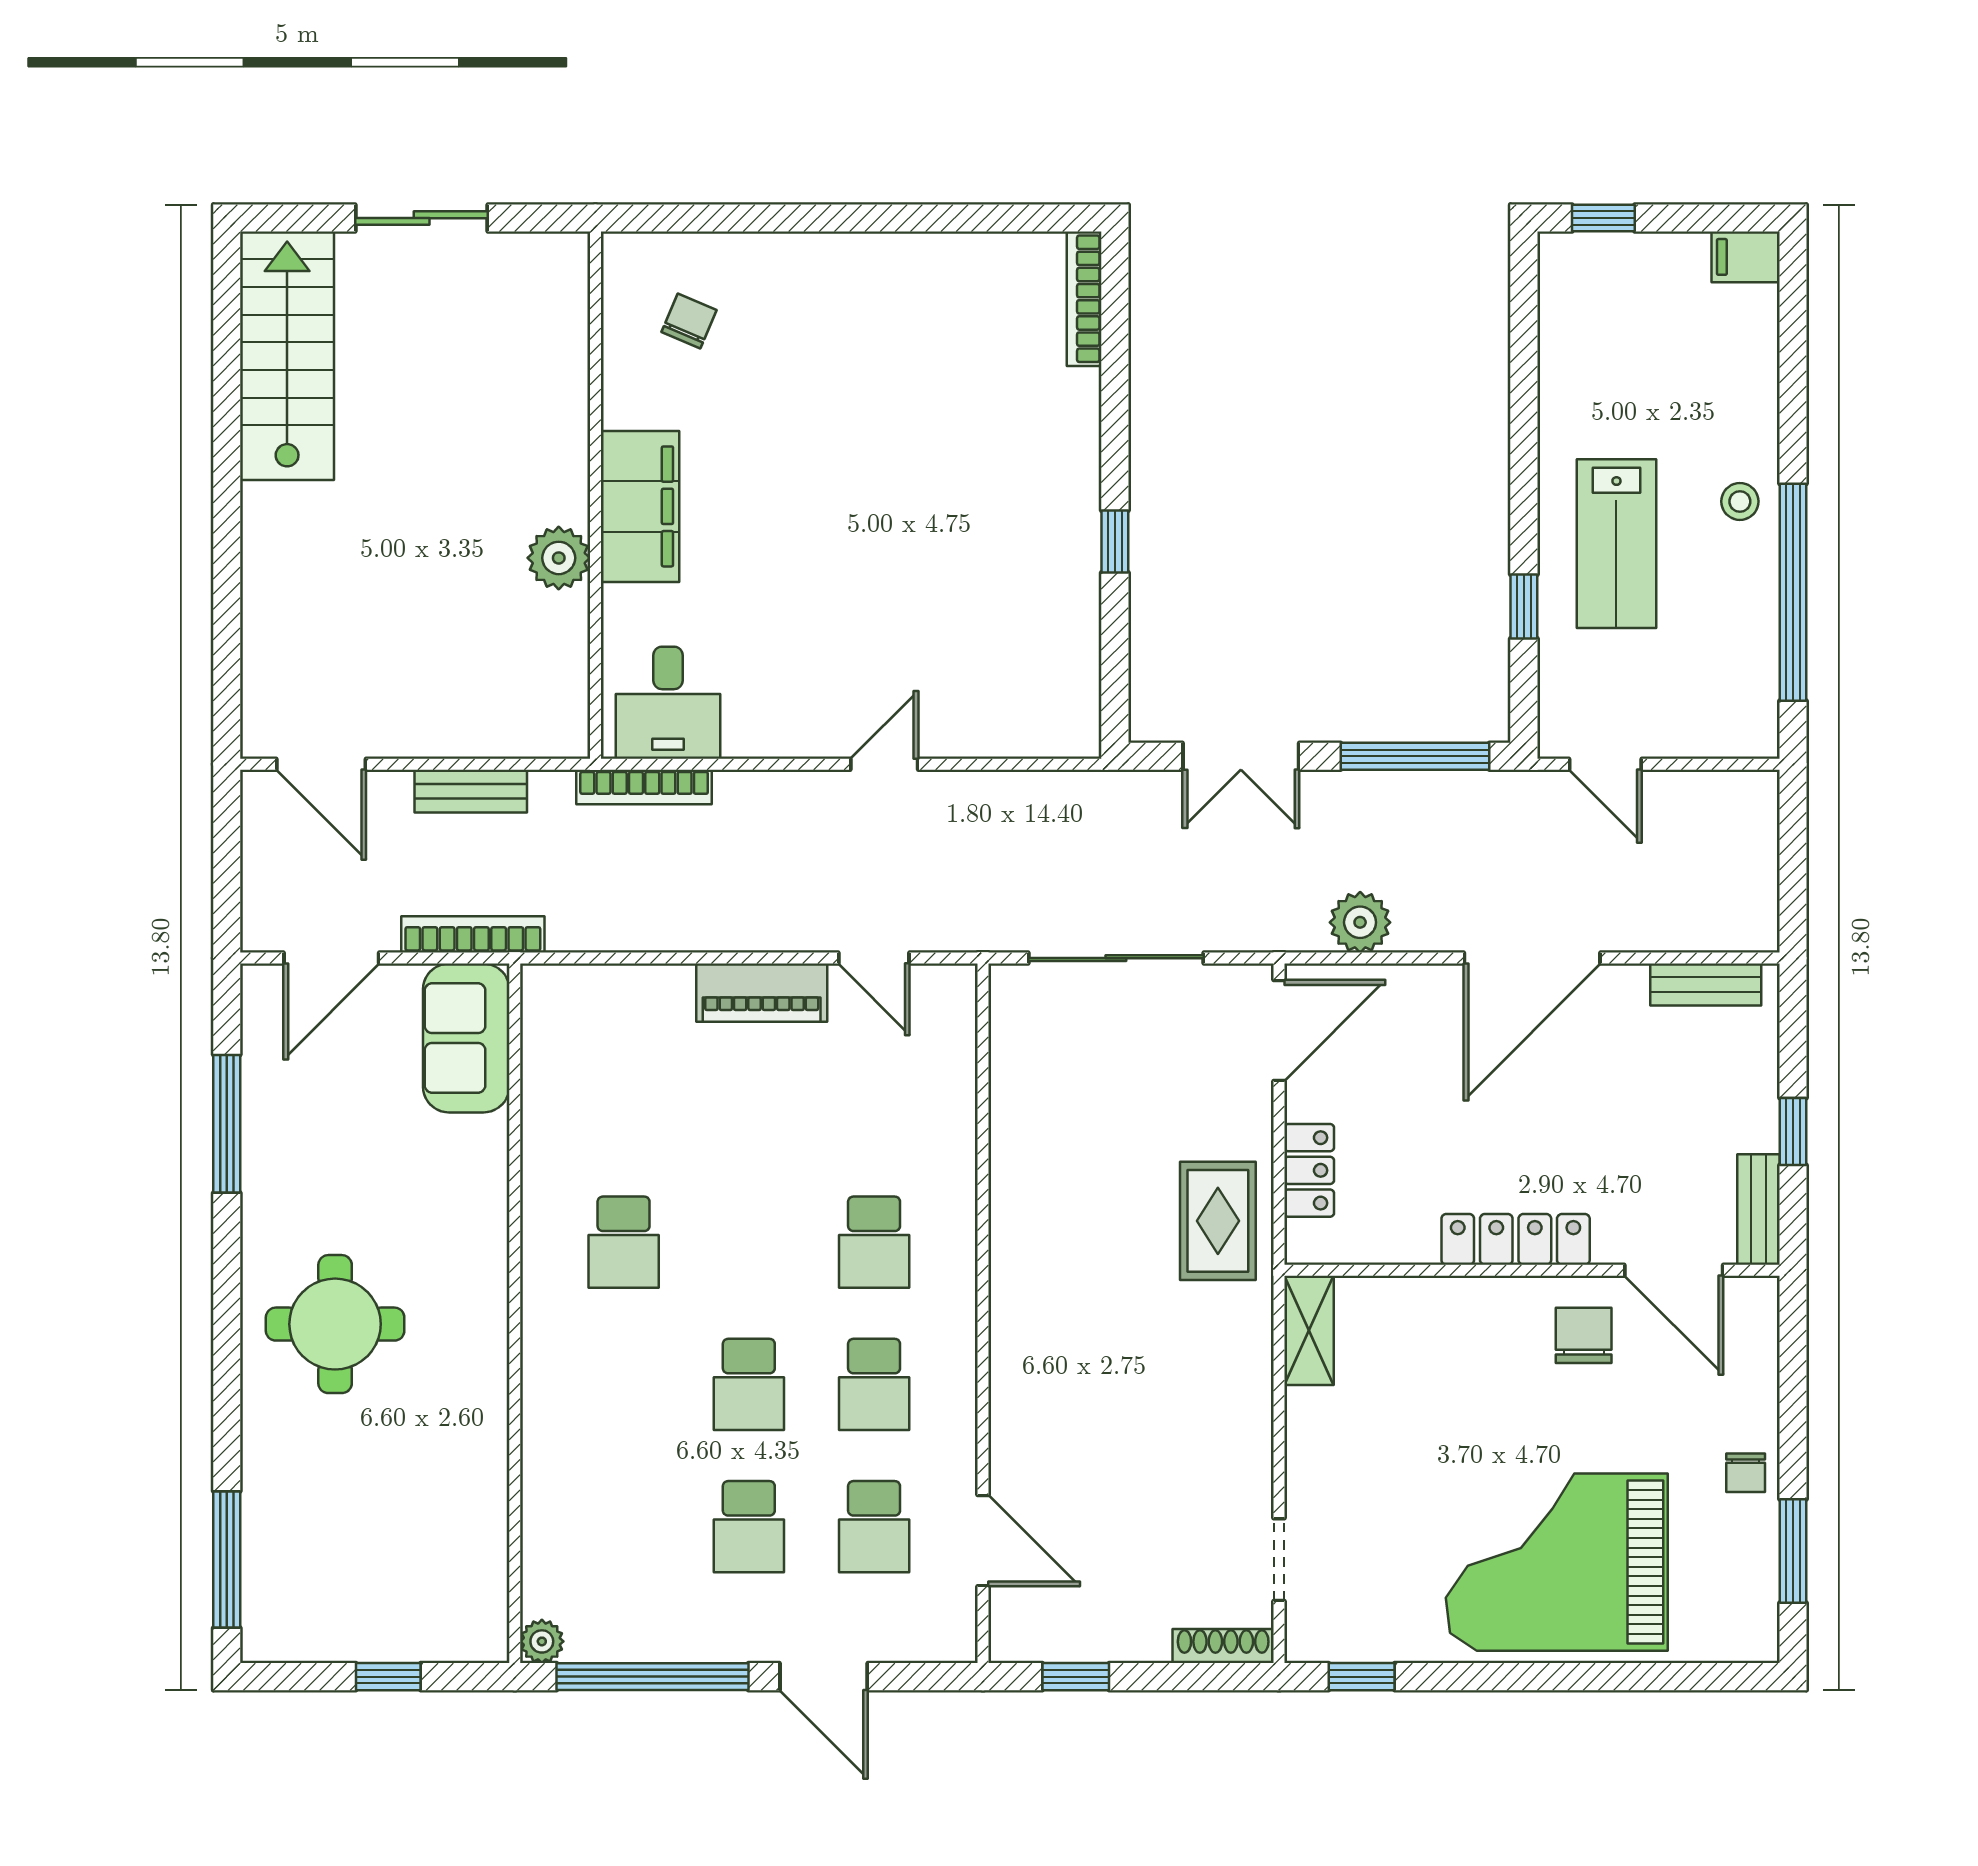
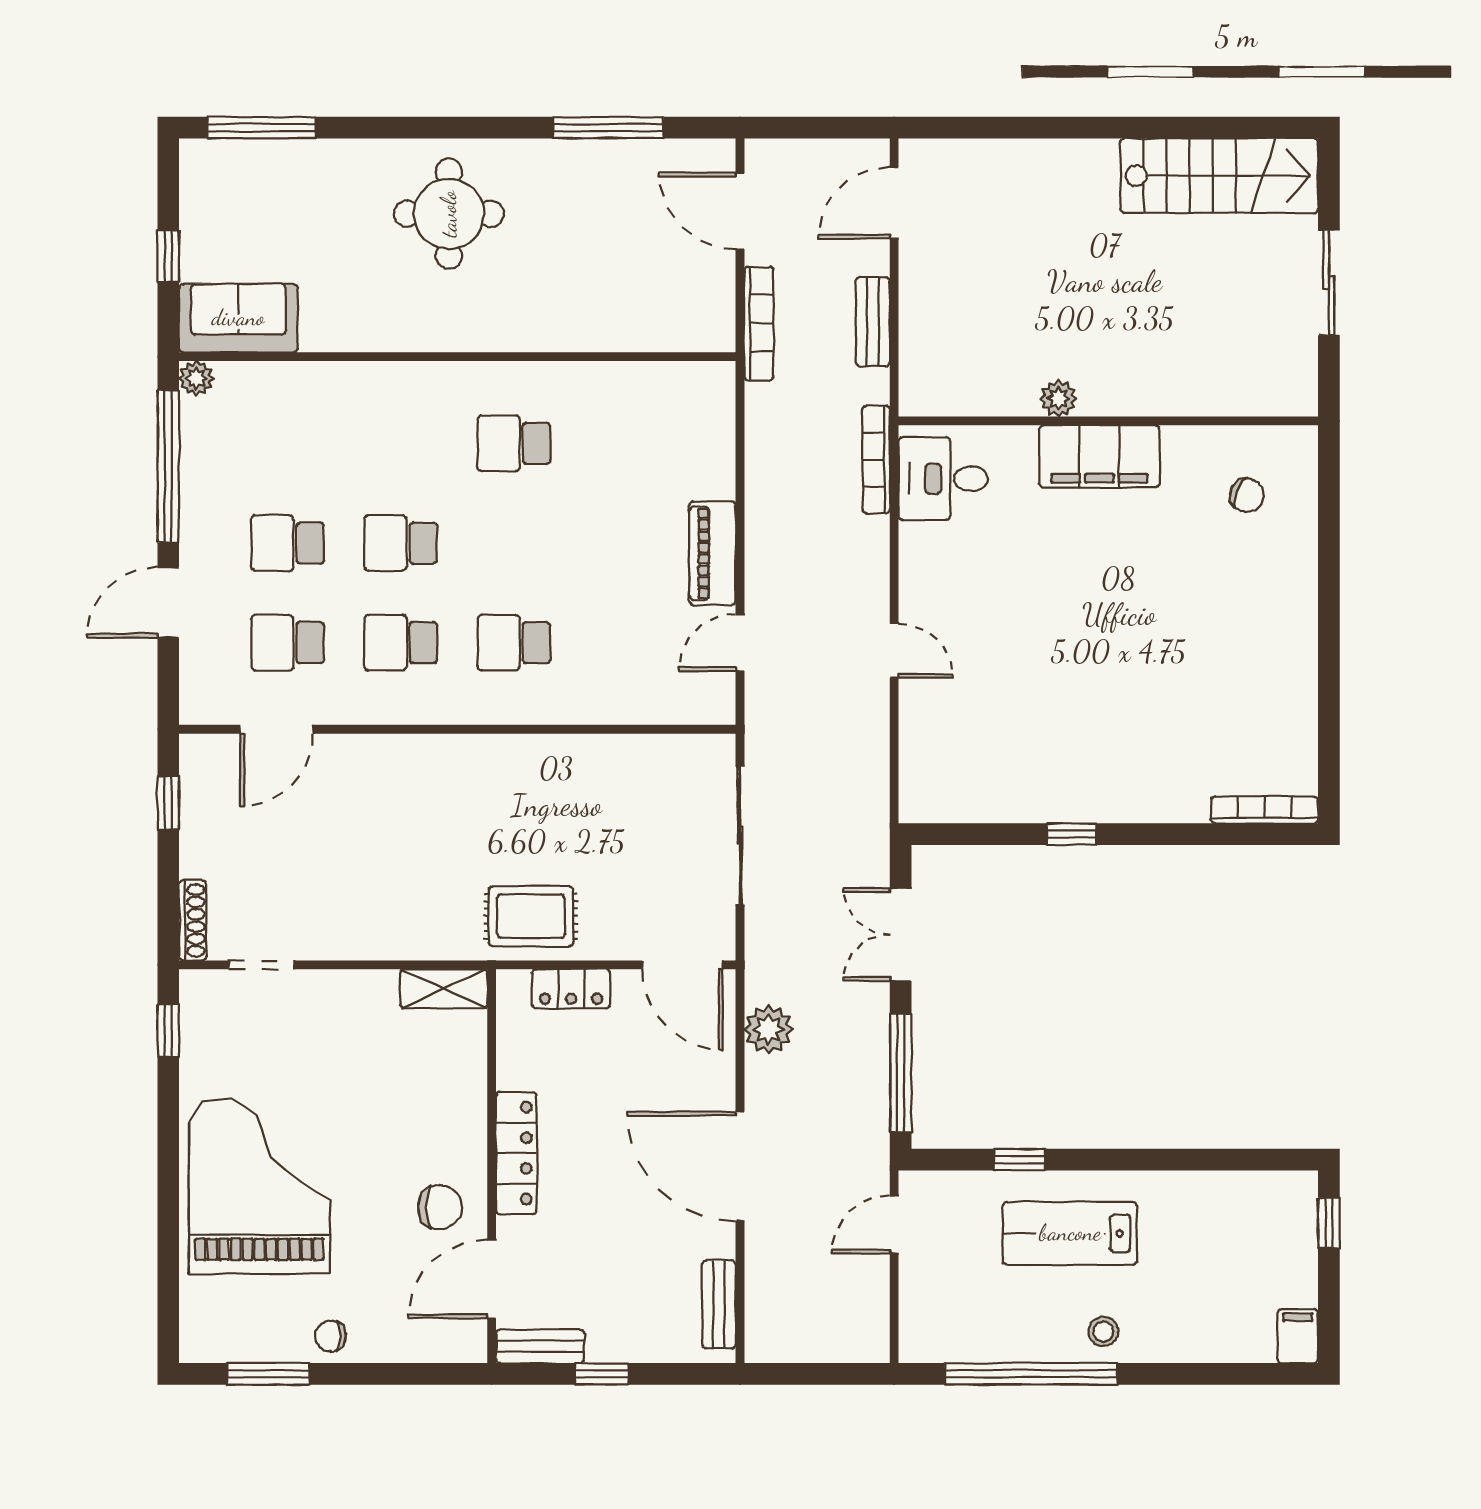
plant: (559, 558) -> (1058, 399), width x0.73, depth x0.73
sofa: (466, 1038) -> (238, 318), moved

